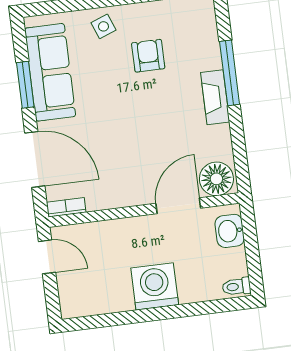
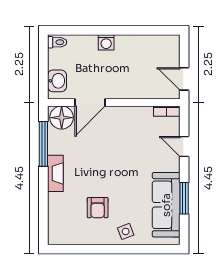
window: (230, 73) -> (43, 144), moved
door: (35, 159) -> (184, 146), width x0.53
washing machine: (155, 286) -> (106, 42), width x0.53, depth x0.53

